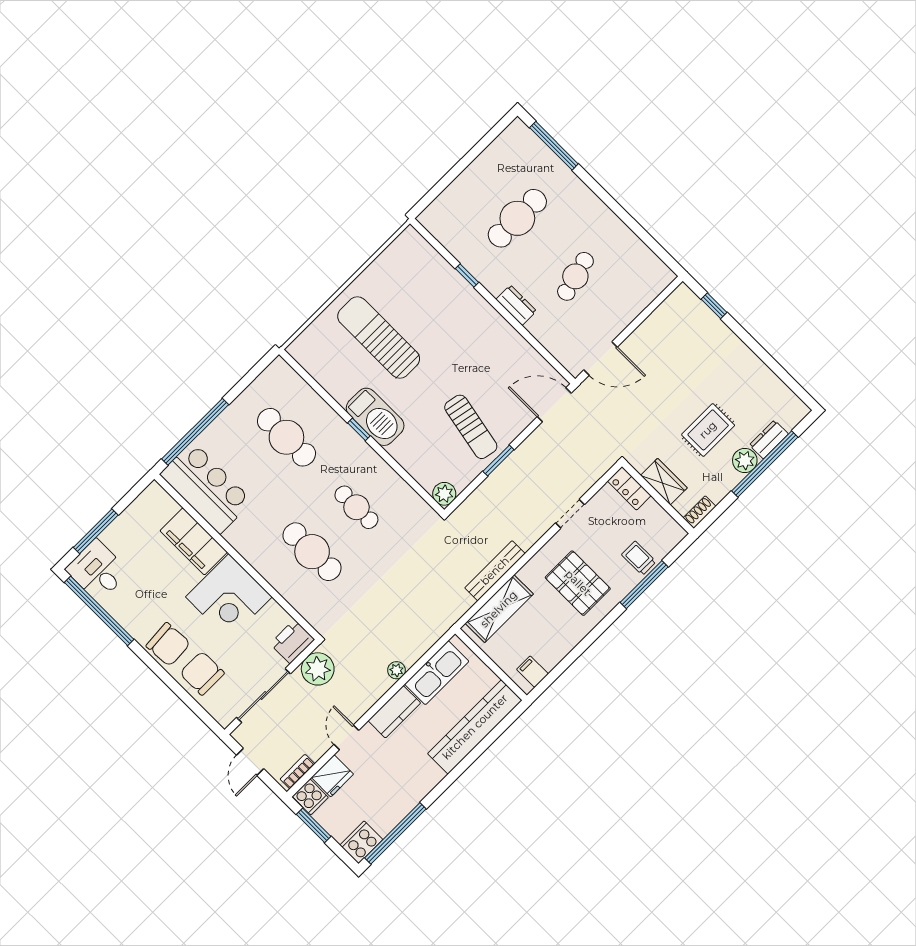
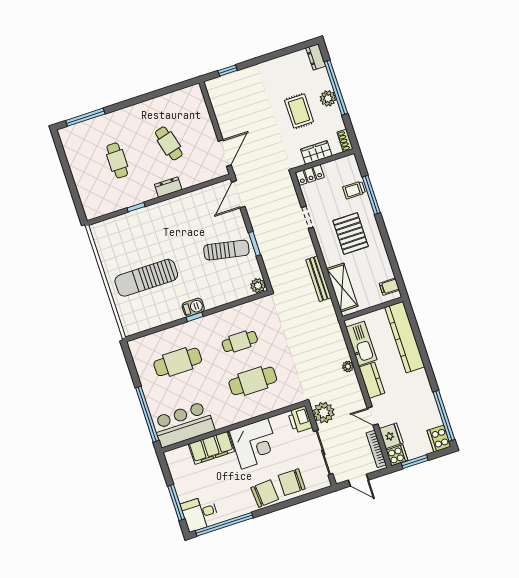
cafe table: (517, 218) -> (117, 160), width x0.73, depth x0.74
barbecue: (375, 417) -> (193, 307), width x0.53, depth x0.65
dresser: (769, 439) -> (316, 57), moved
pallet: (578, 583) -> (351, 234), turned 90
bookcase: (297, 772) -> (376, 449), width x1.56

